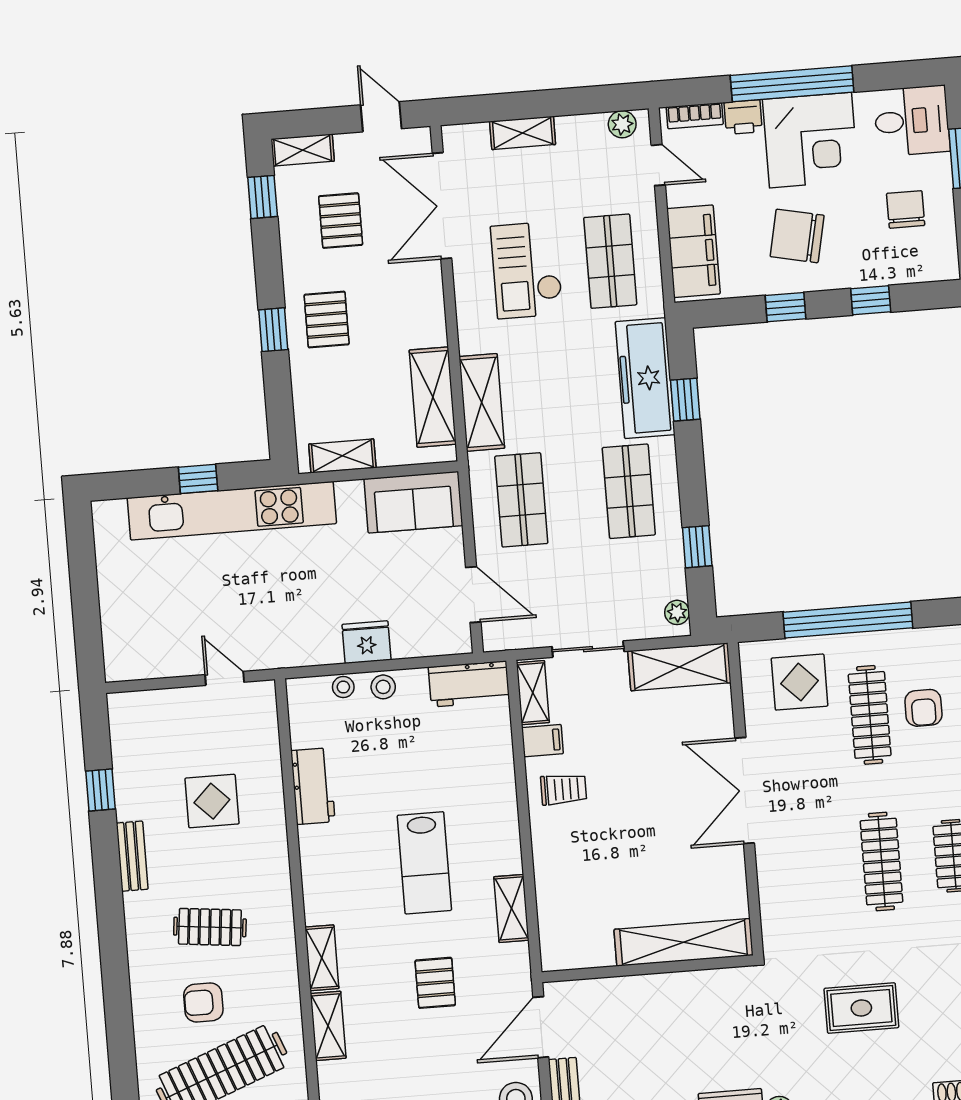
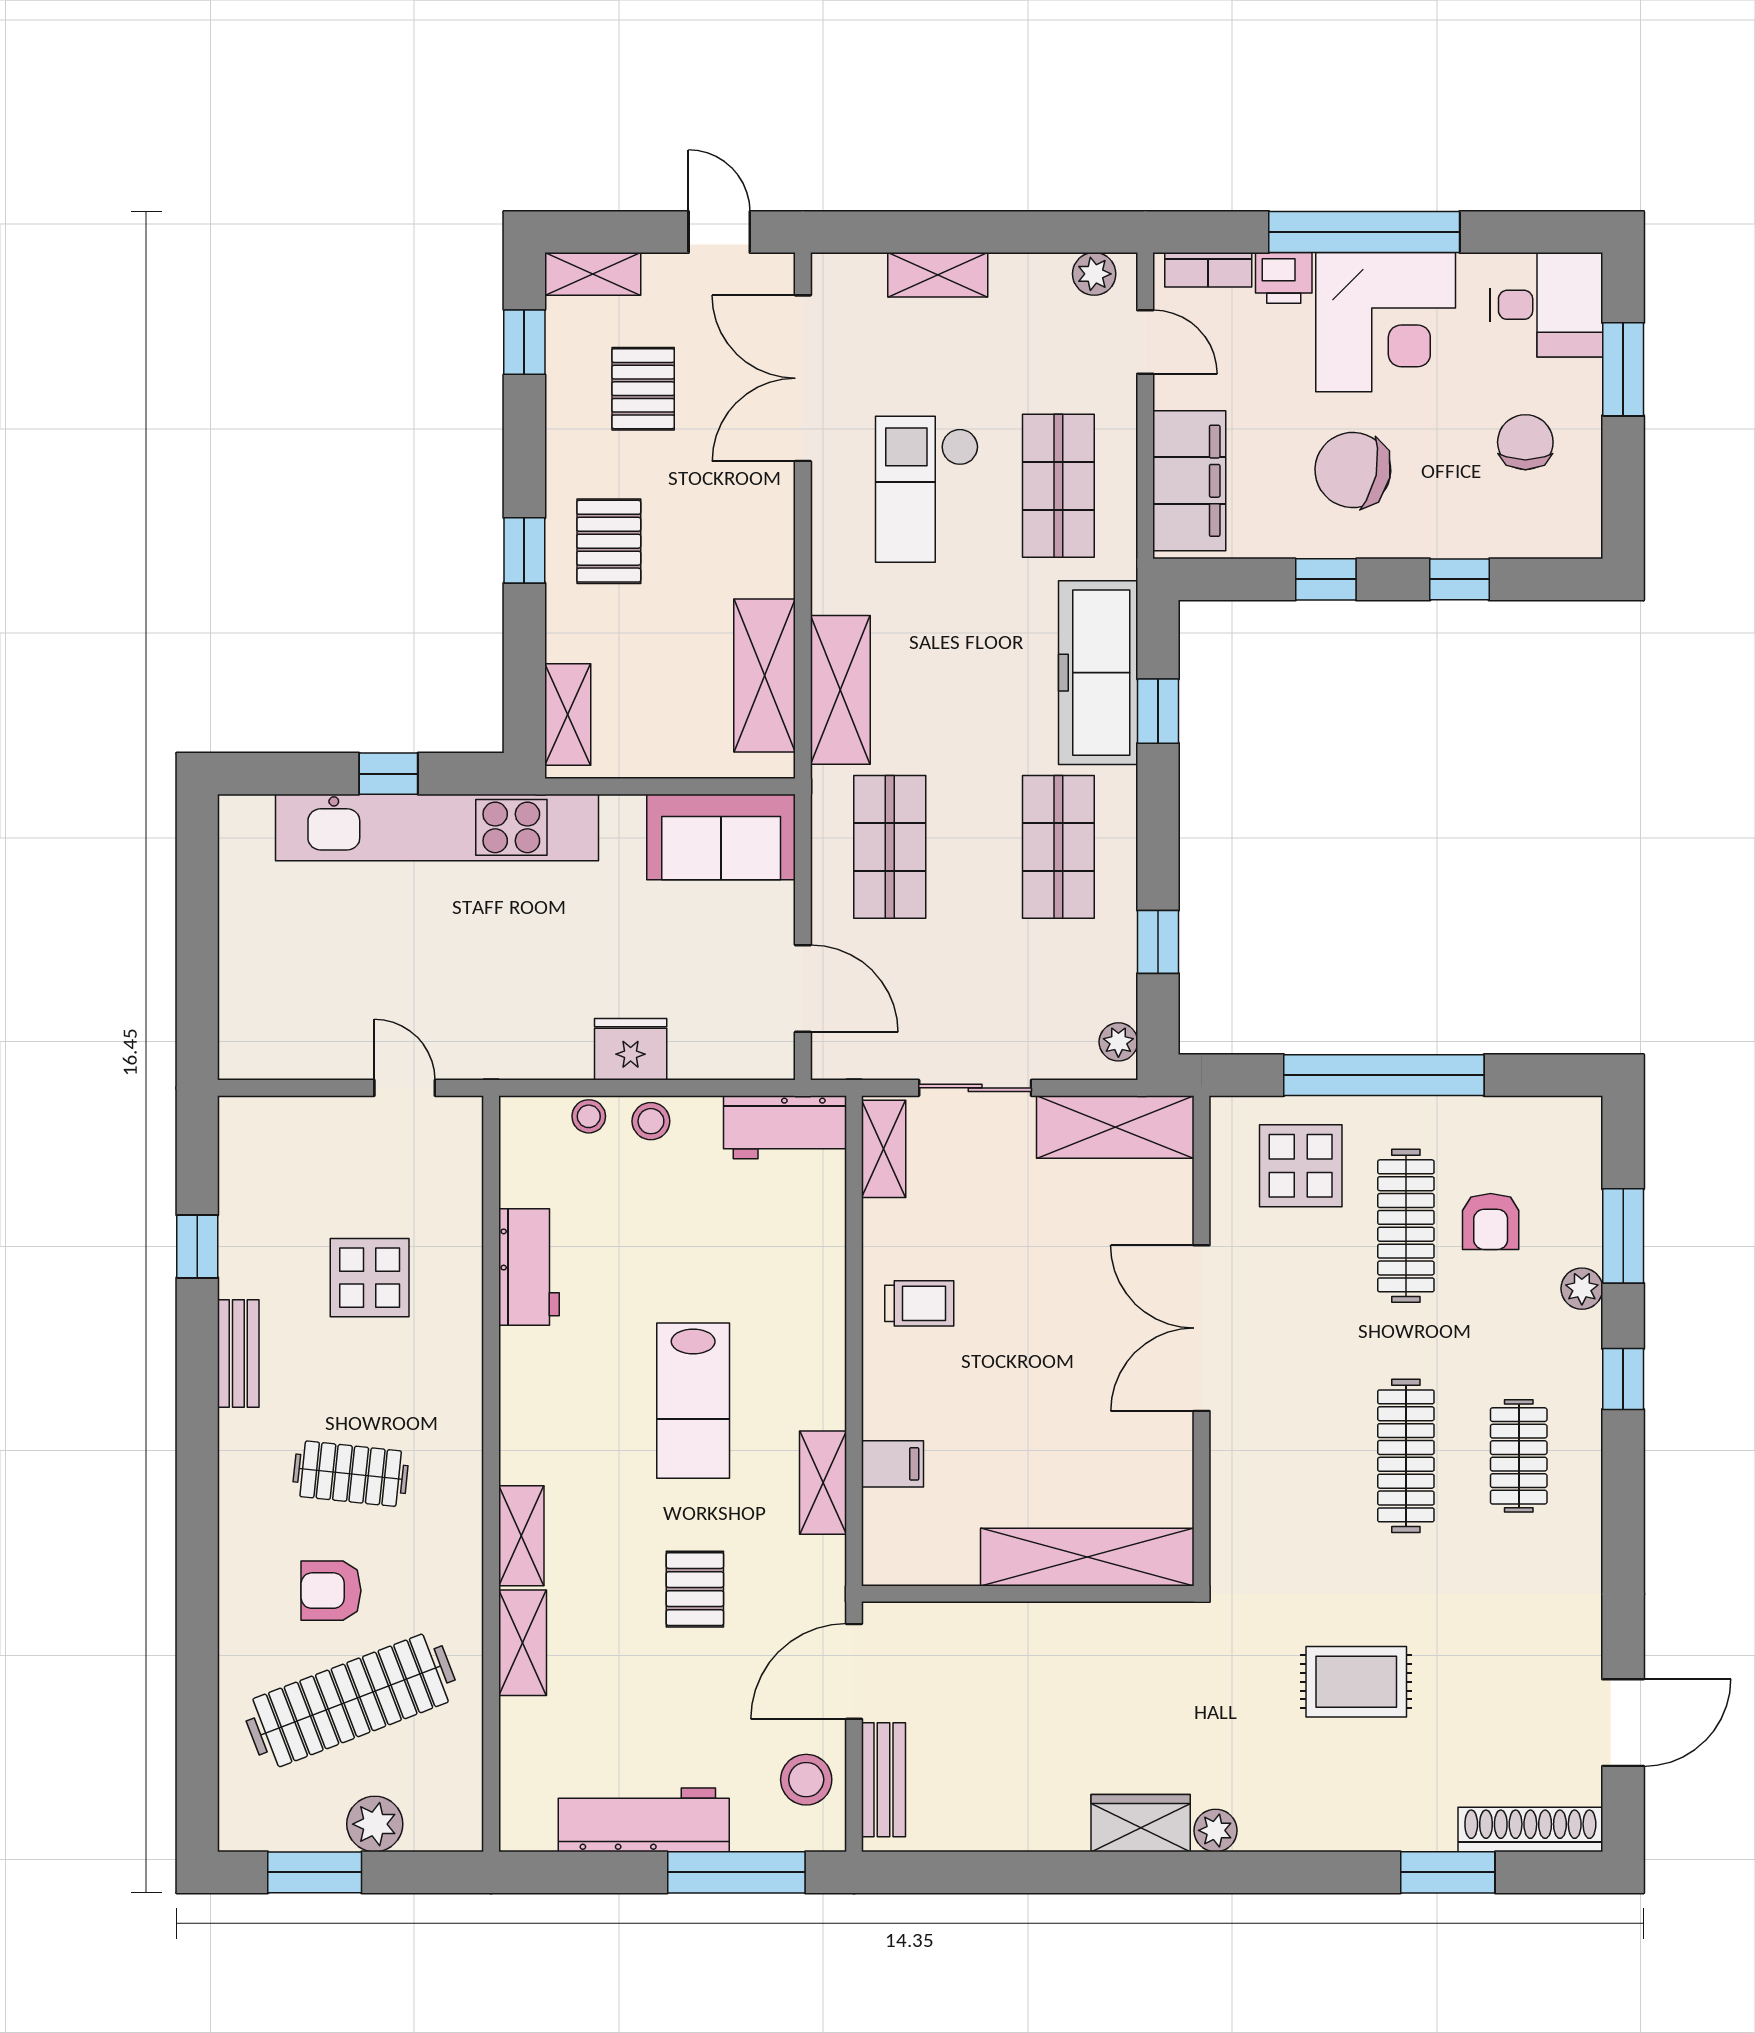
shelving: (342, 456) -> (568, 714), moved, turned 90
filing cabinet: (542, 741) -> (893, 1464), moved

